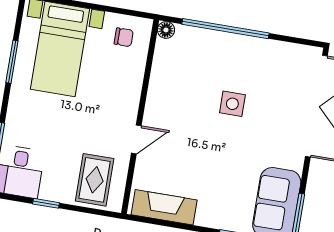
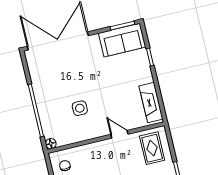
side table: (232, 104) -> (80, 108), moved
rug: (95, 180) -> (152, 148), turned 90

